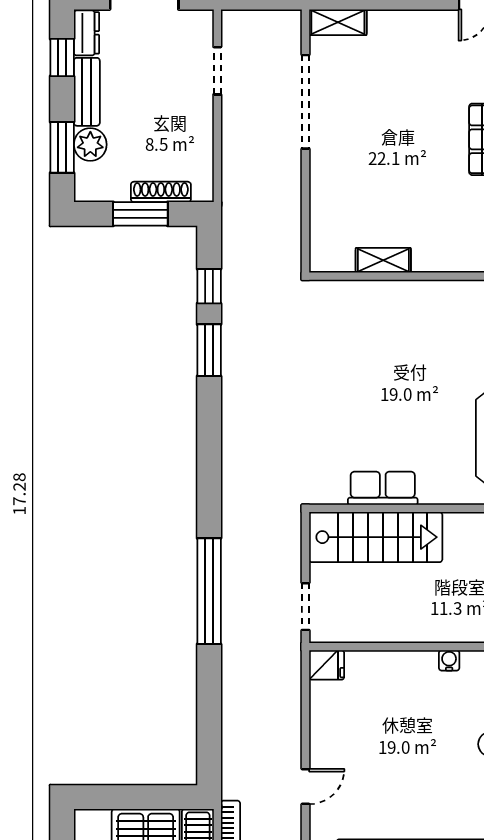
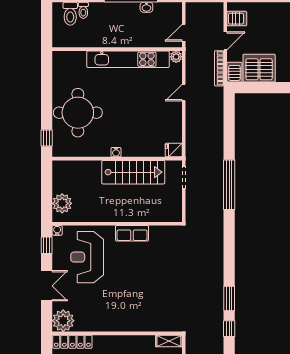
shelving: (383, 260) -> (169, 341), moved
row of seats: (383, 488) -> (132, 233), moved
stairs: (376, 537) -> (133, 172), moved, turned 180

